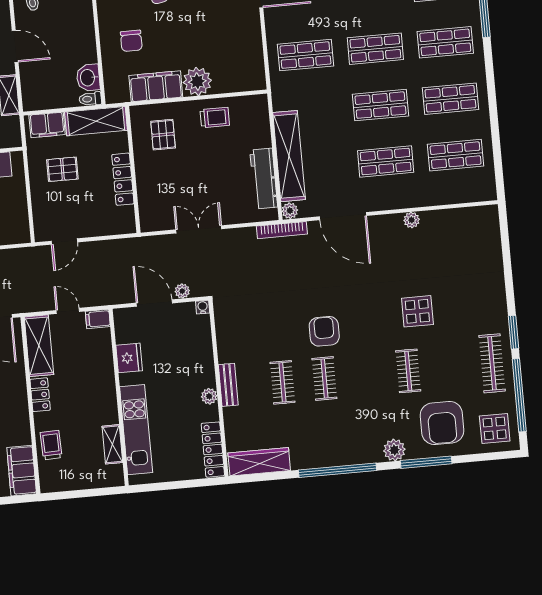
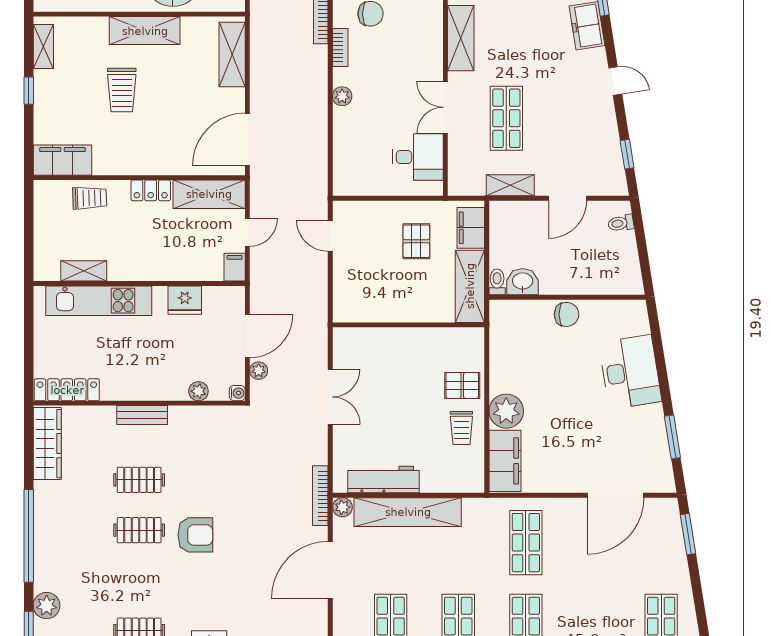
chair: (131, 41) -> (567, 314), moved, turned 180
filing cabinet: (156, 86) -> (505, 461), moved
pallet: (163, 135) -> (462, 385), moved
locker: (123, 179) -> (398, 312), removed
plant: (209, 396) -> (198, 391), moved

